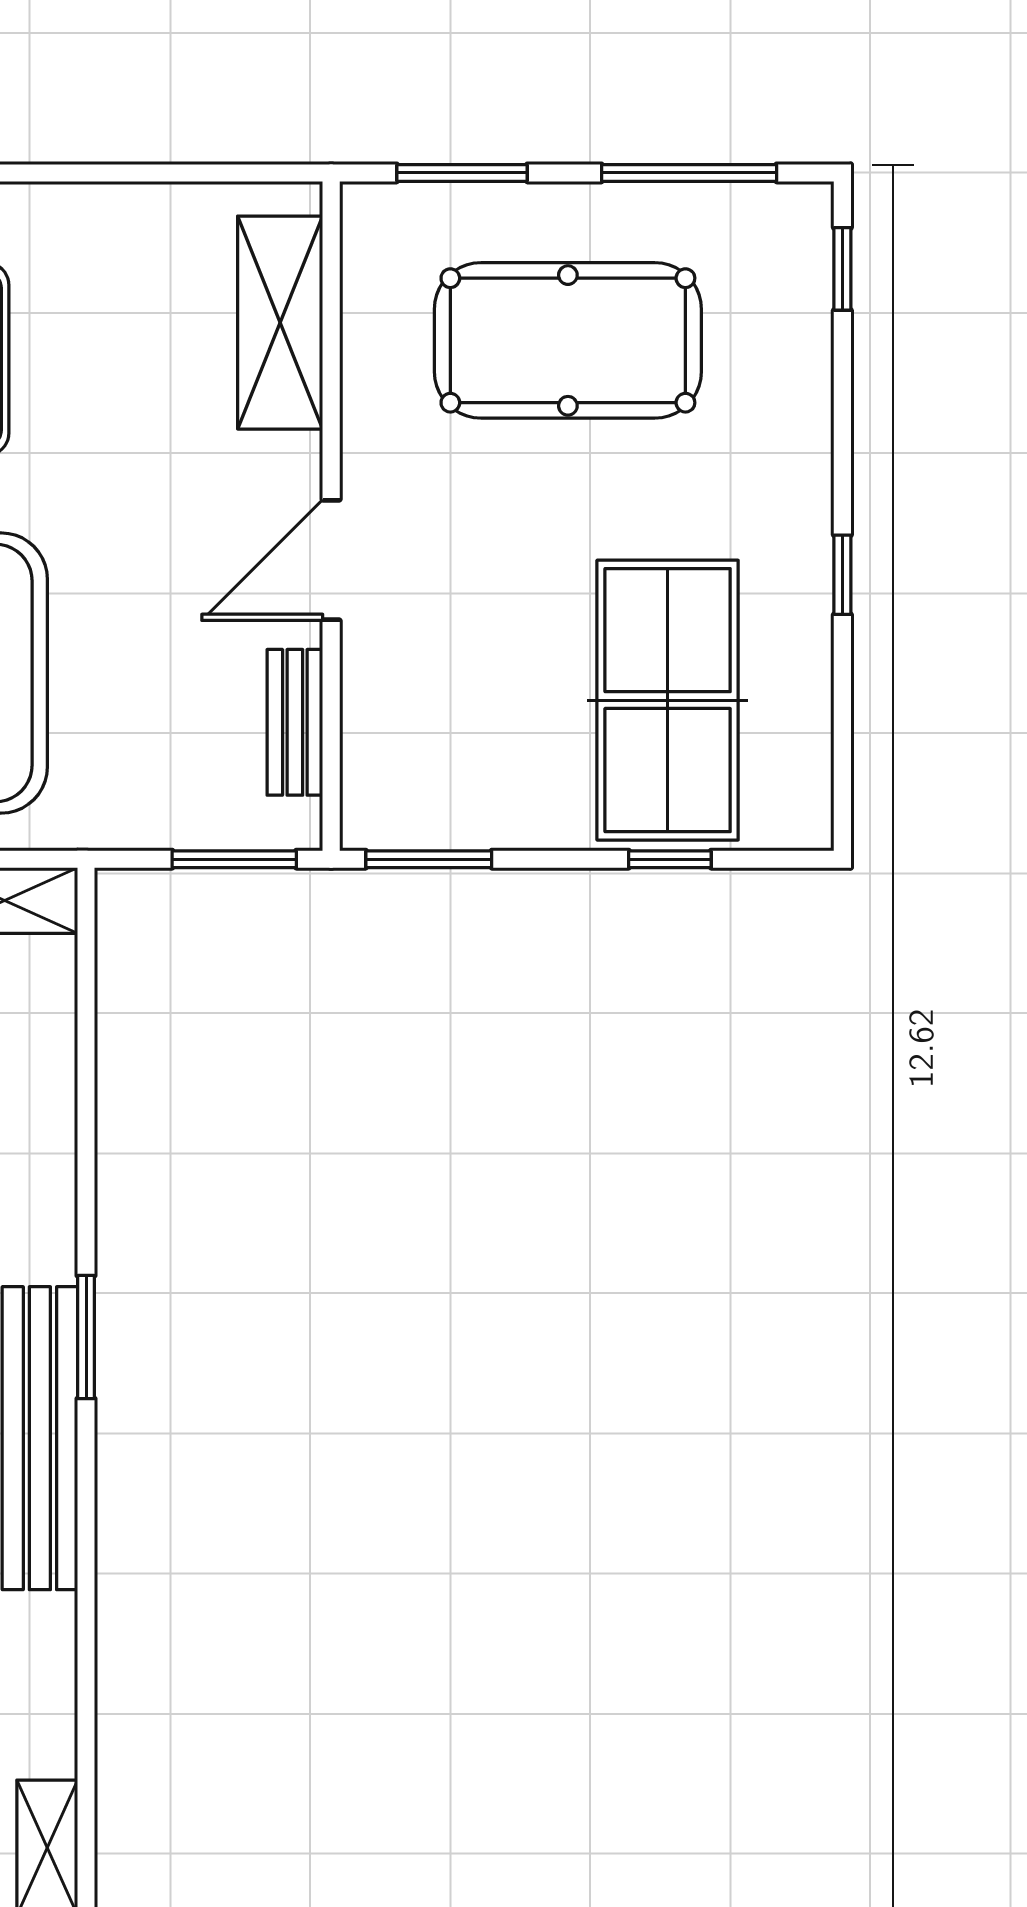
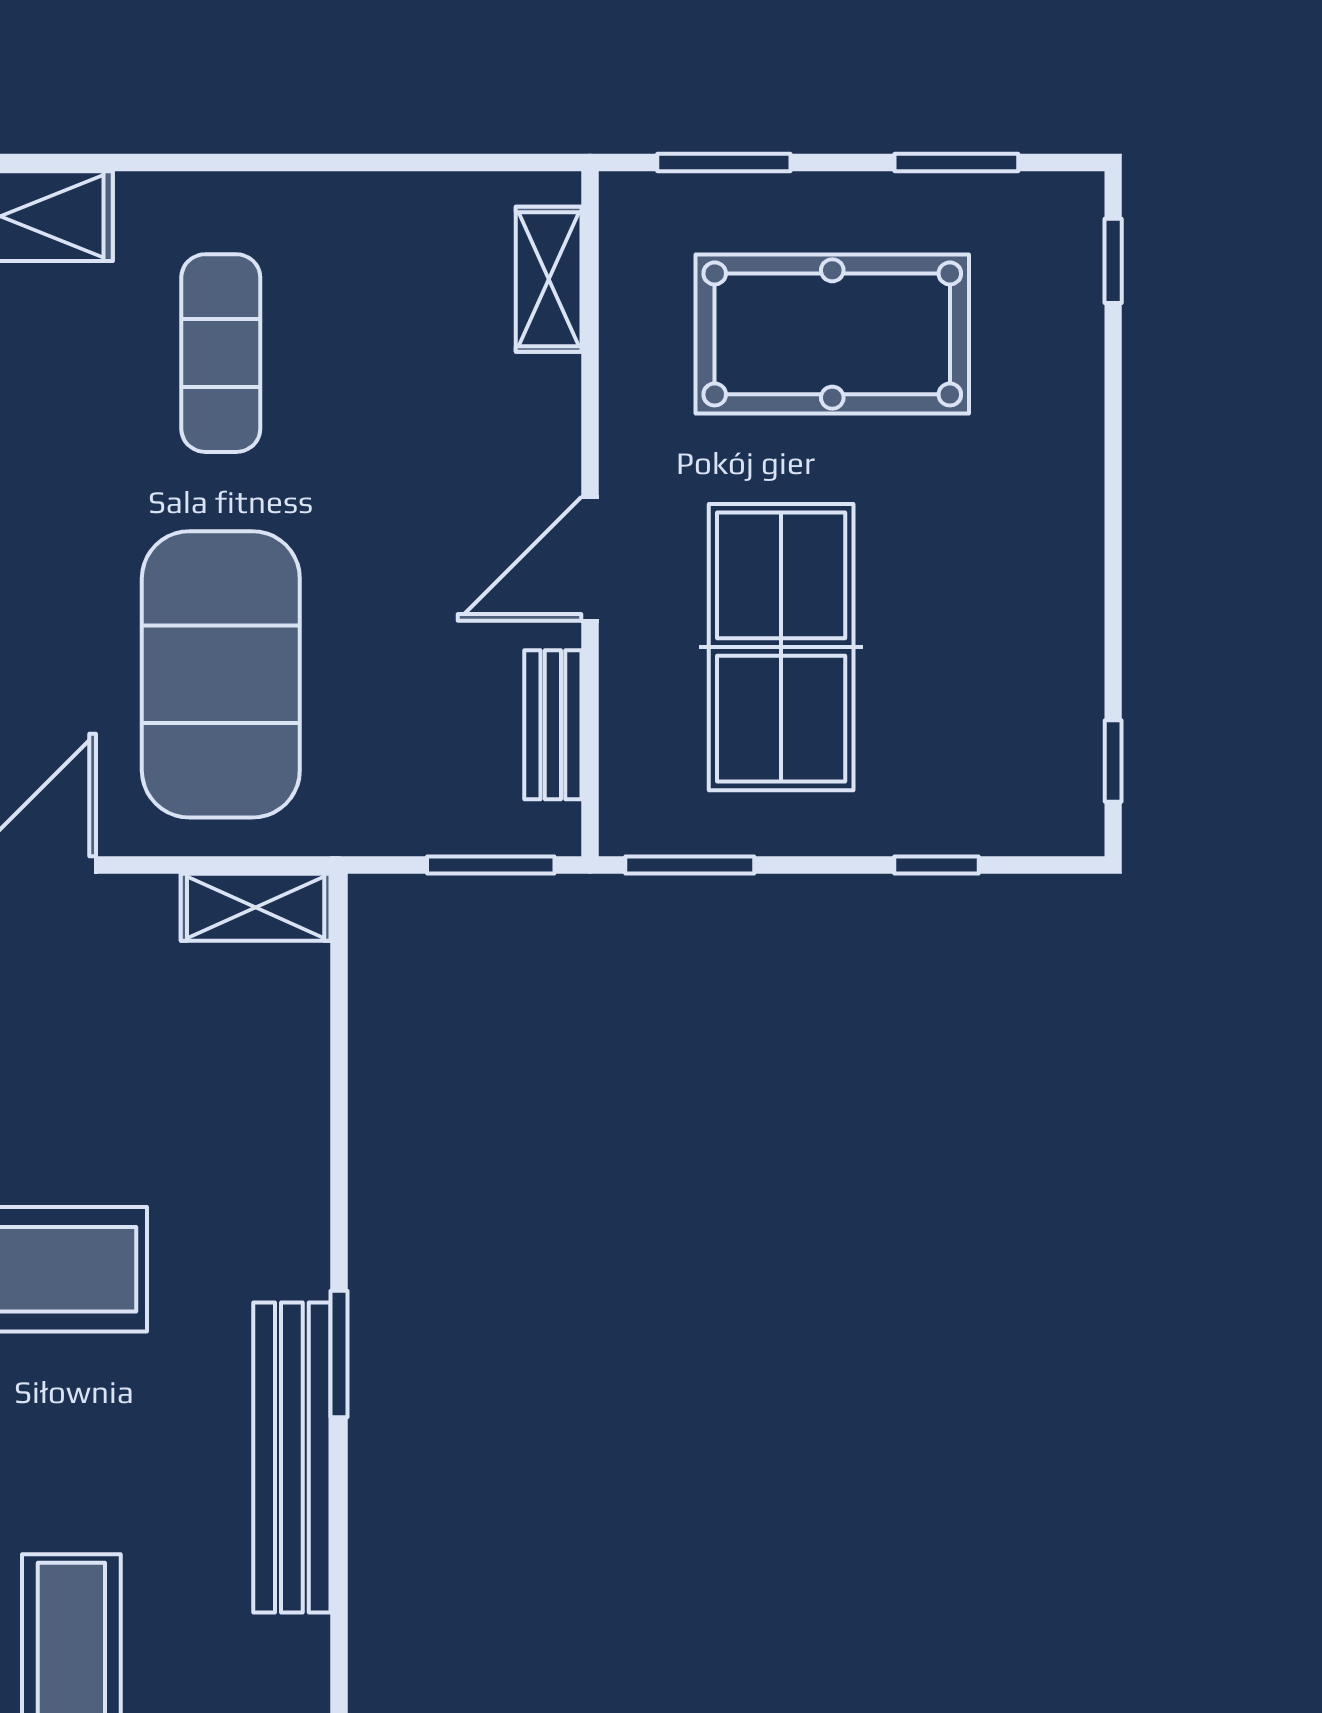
window: (689, 173) -> (956, 163), width x0.69
shelving: (280, 323) -> (549, 279), width x0.67, depth x0.75
window: (842, 575) -> (1113, 761), moved
table tennis table: (668, 700) -> (781, 647), moved

